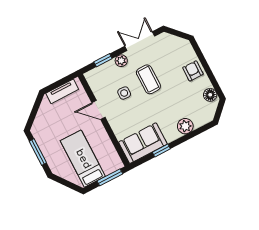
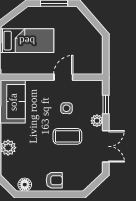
tv unit: (62, 91) -> (97, 53), removed

